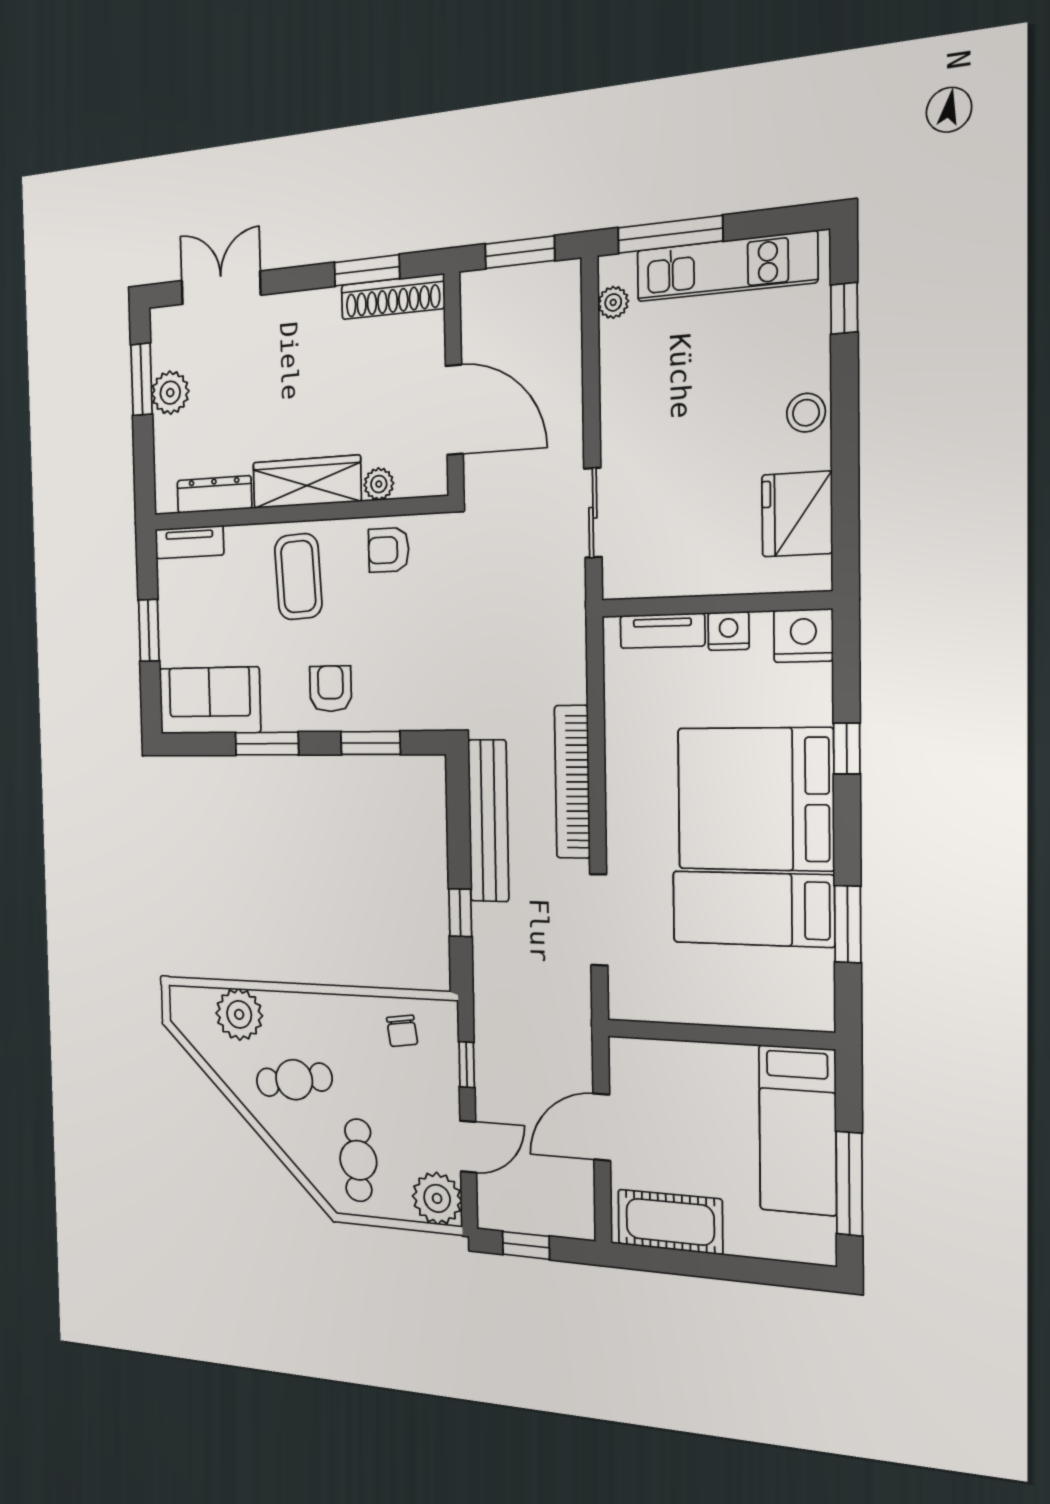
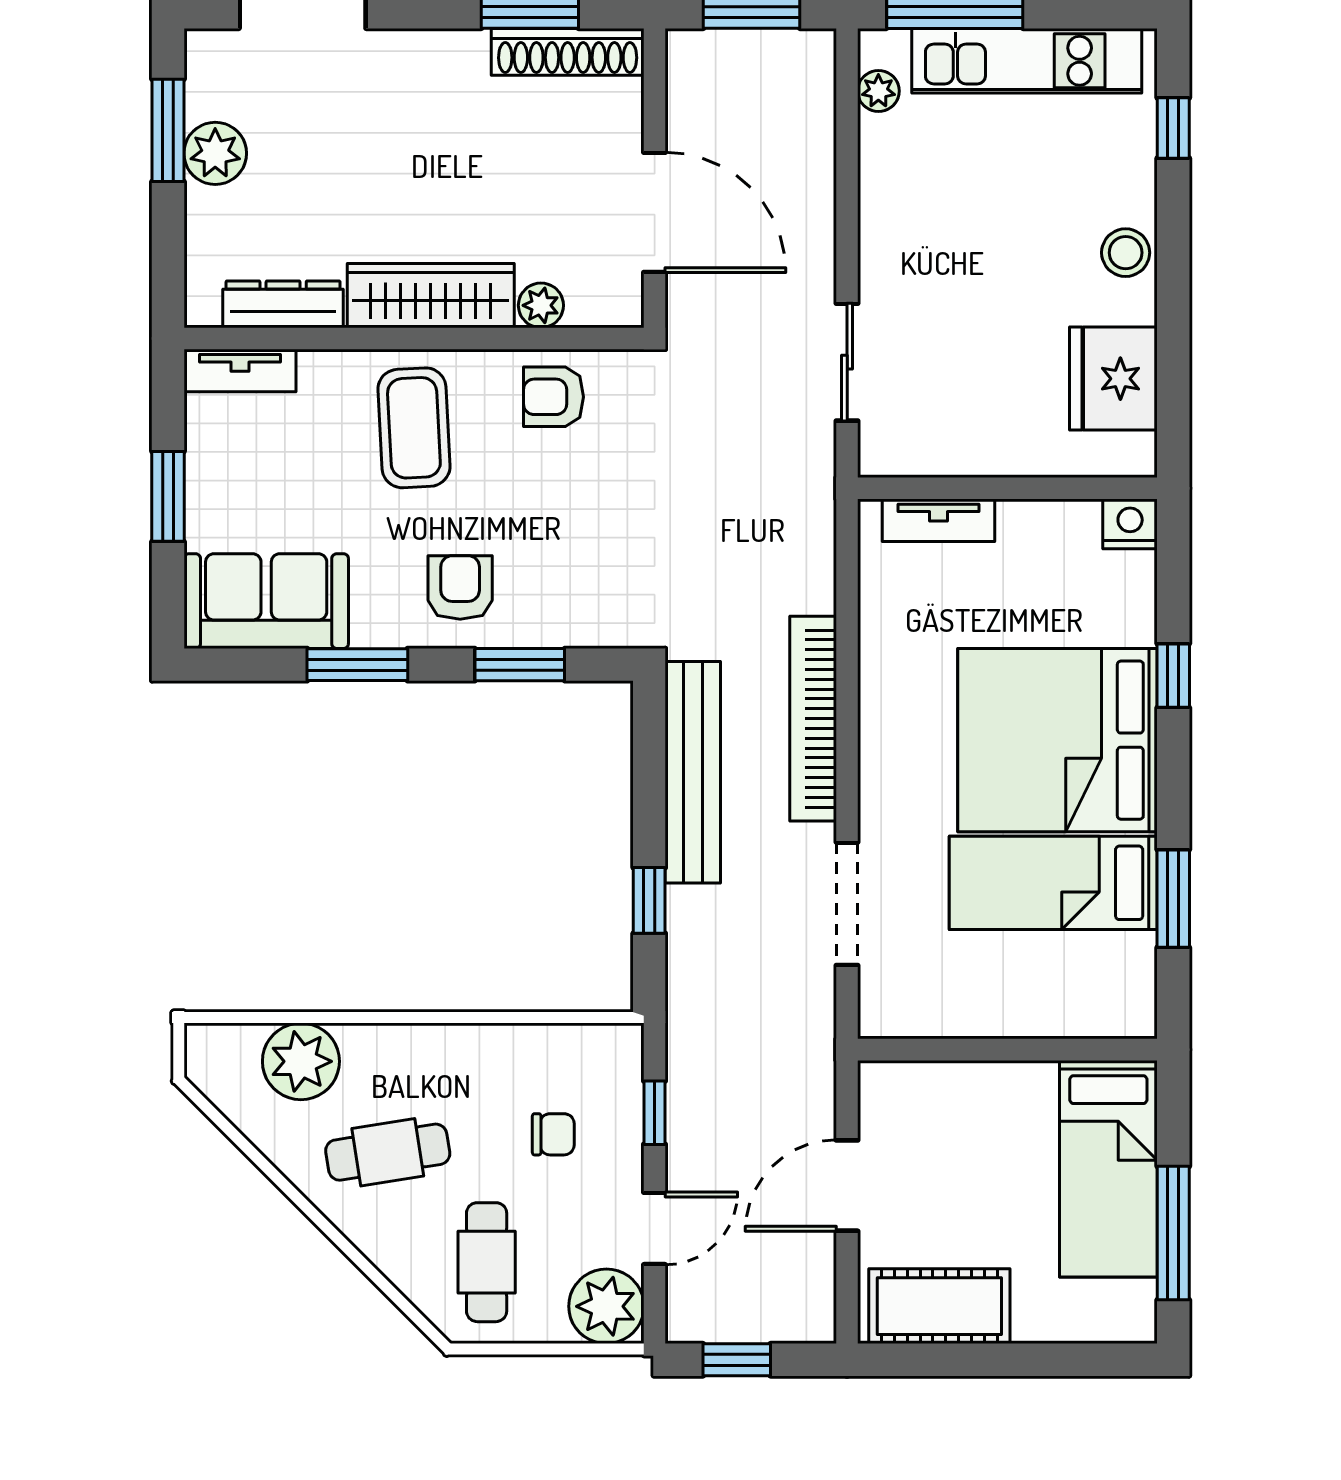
nightstand: (729, 631) -> (1025, 523), removed
nightstand: (803, 636) -> (1130, 524), width x0.74, depth x0.75
chair: (402, 1031) -> (553, 1134), moved, turned -82

